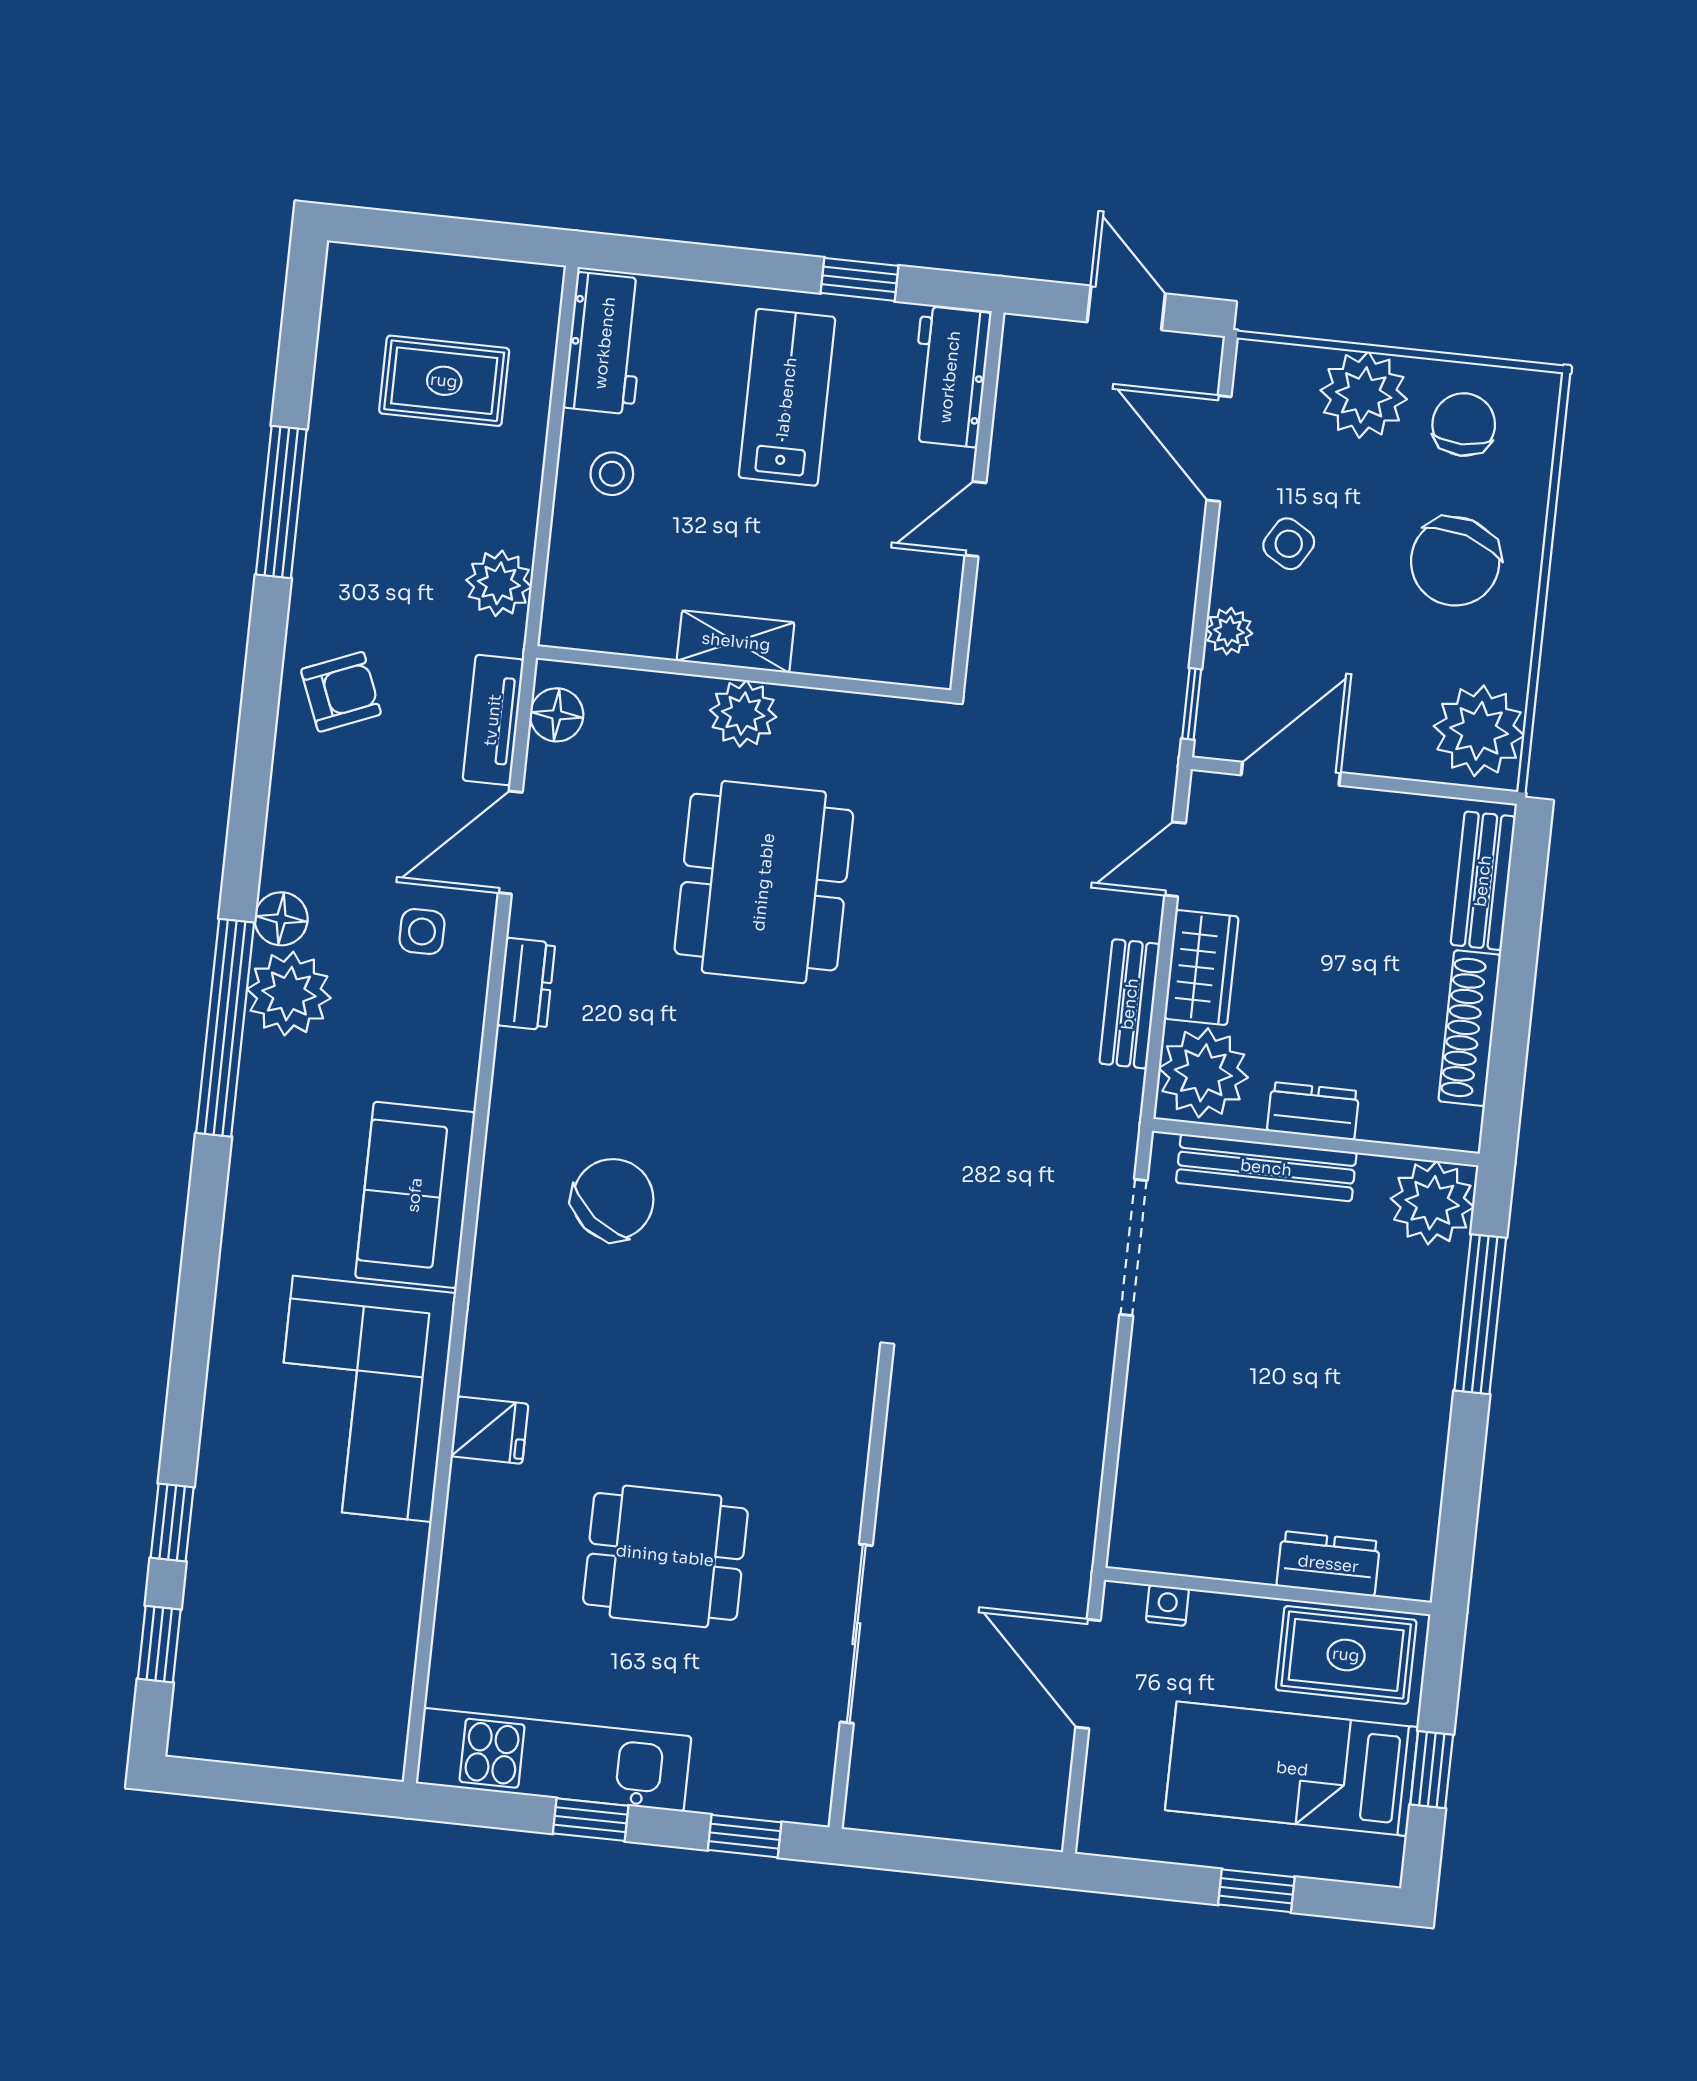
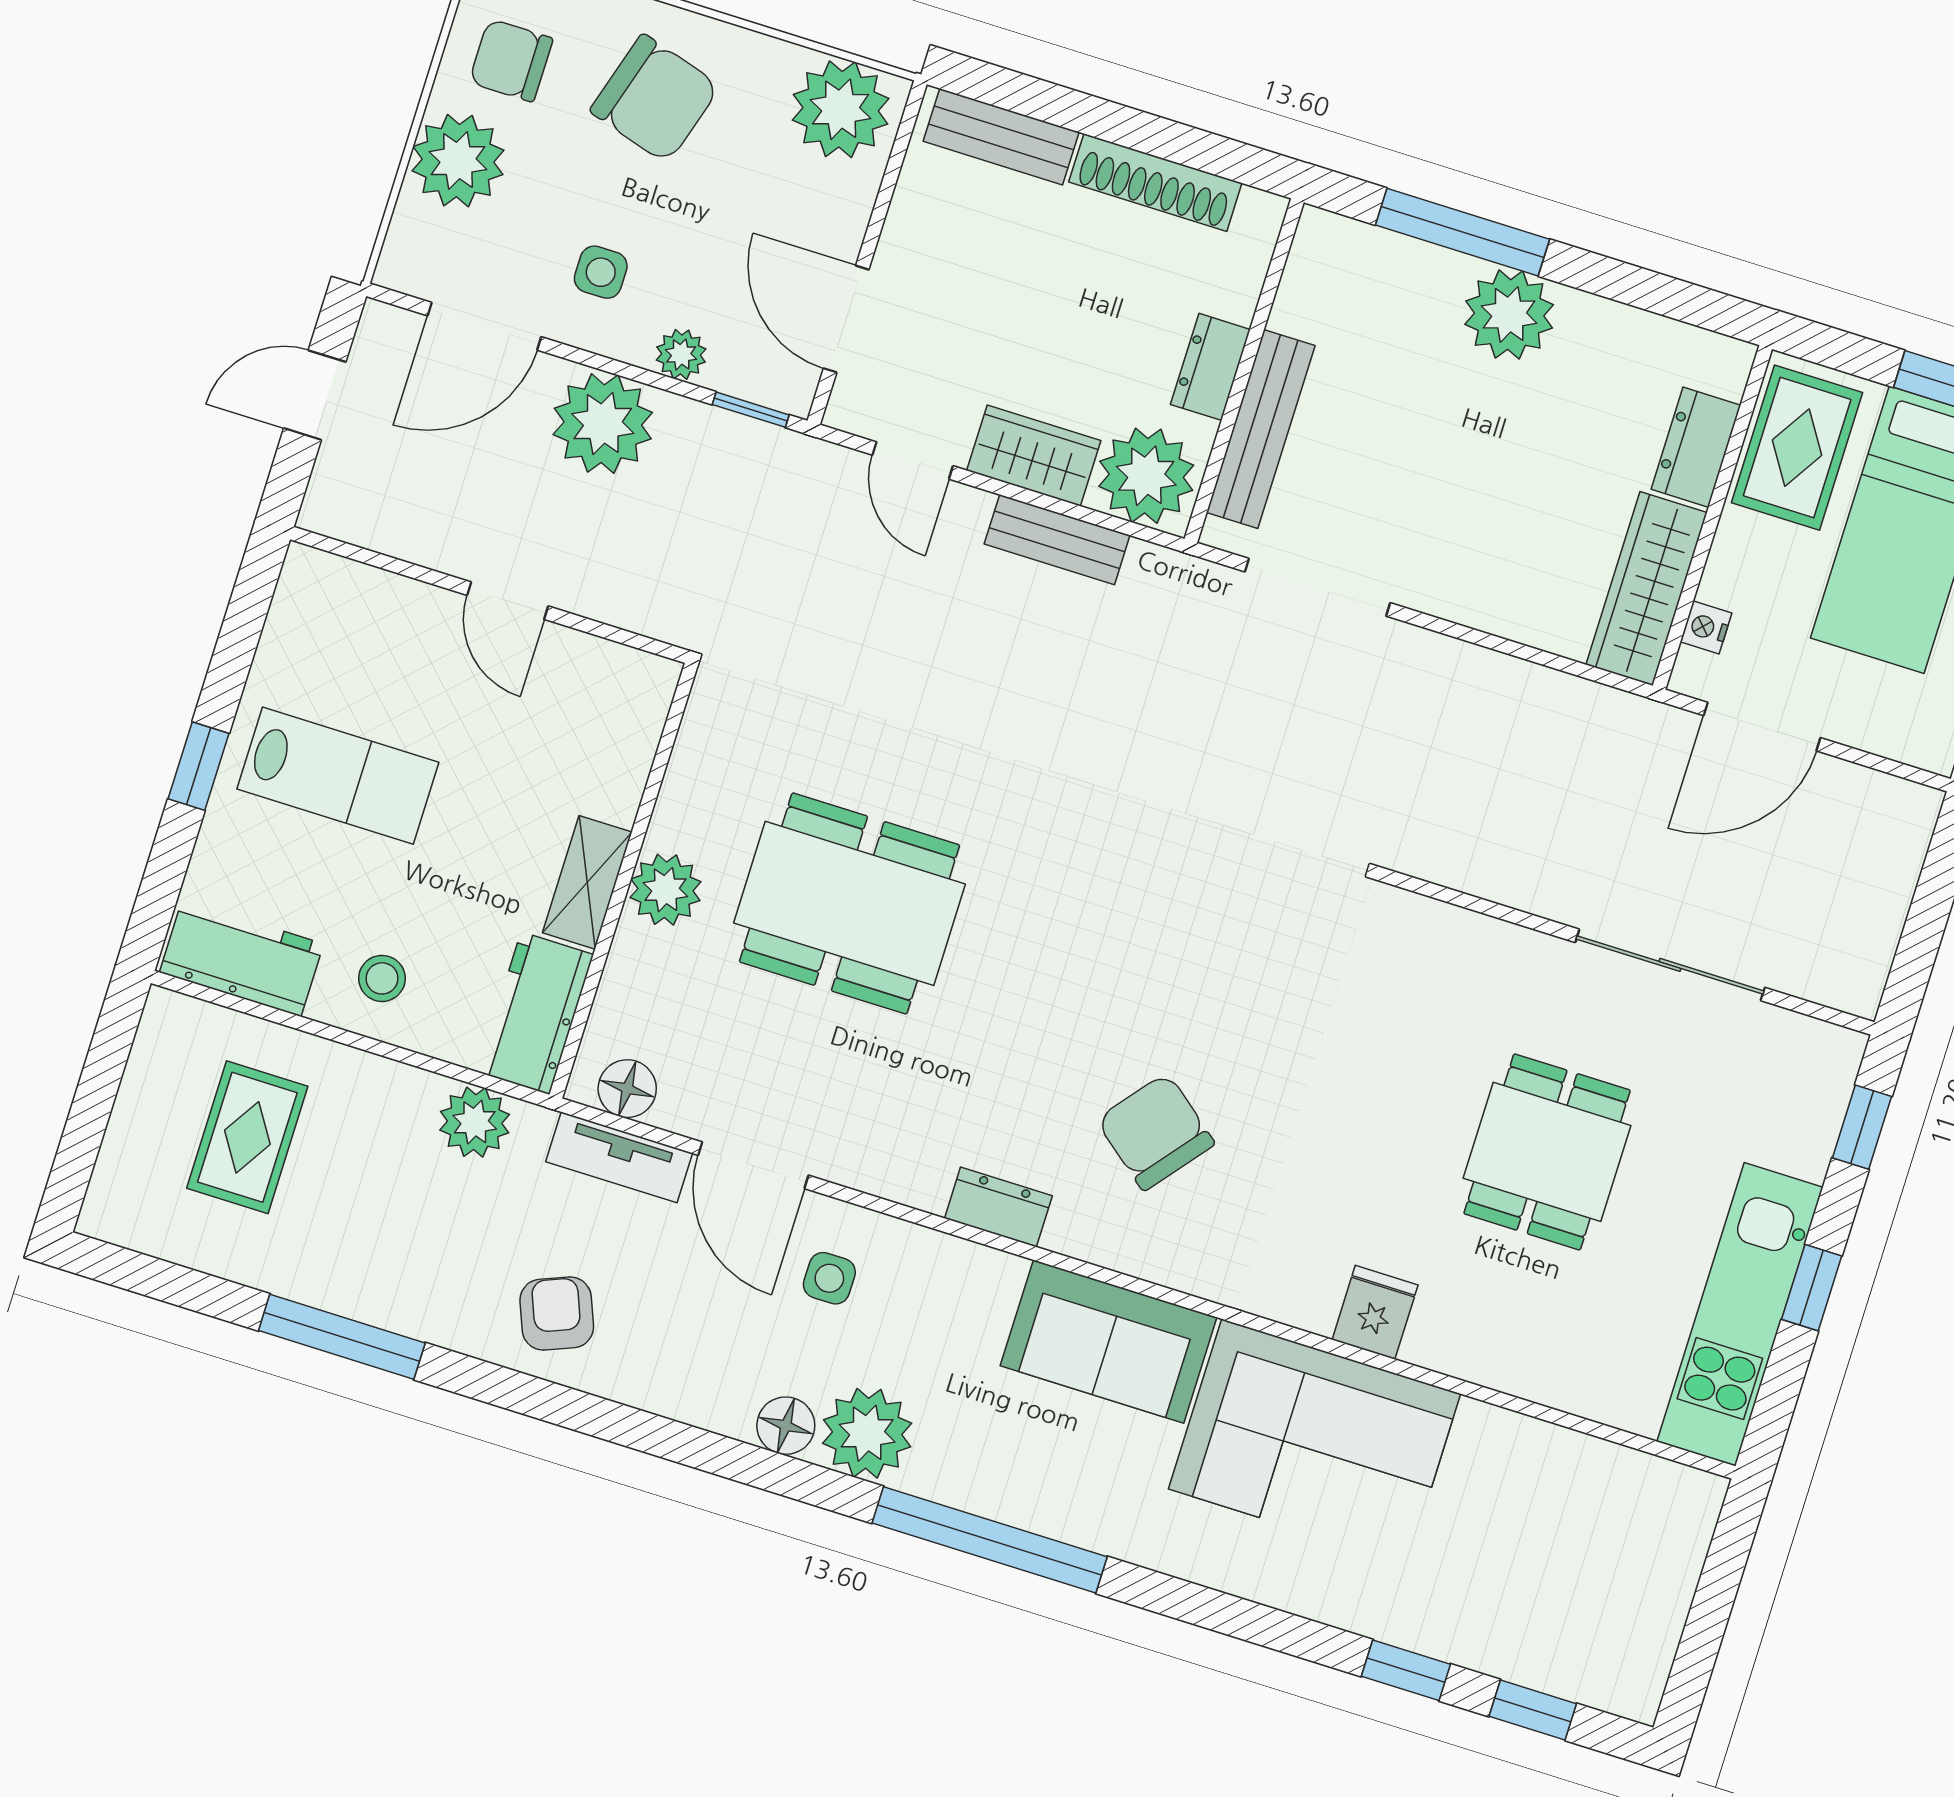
window: (860, 279) -> (199, 766), moved
workbench: (950, 377) -> (535, 1013), moved, turned 90
lab bench: (787, 397) -> (338, 776), turned 180
side table: (1289, 544) -> (601, 272), turned -31
plant: (1152, 573) -> (603, 424), added
dresser: (526, 984) -> (998, 1207), moved
window: (225, 1028) -> (990, 1540), moved
plant: (1432, 1203) -> (1509, 315), moved
wardrobe: (1192, 1545) -> (1647, 589), added

